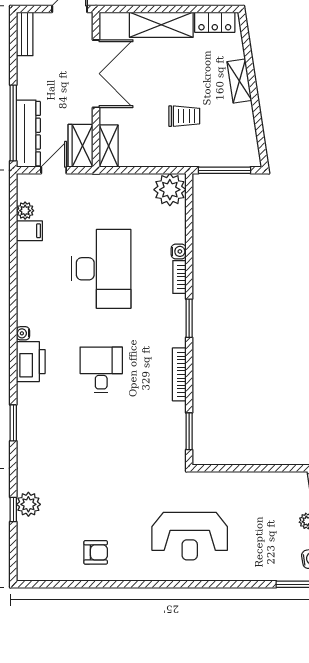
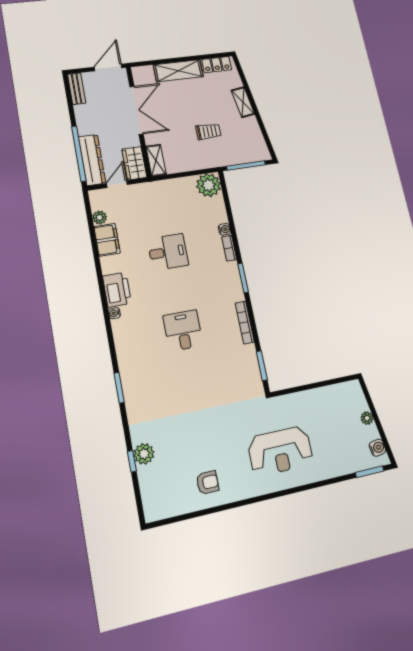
filing cabinet: (29, 231) -> (107, 240), width x2.00
desk: (101, 269) -> (168, 252), width x0.53, depth x0.77
printer: (31, 362) -> (117, 290), moved

